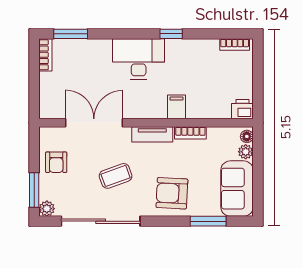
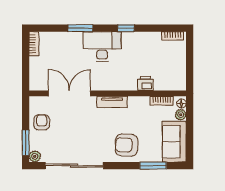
window: (71, 34) -> (80, 28), moved
filing cabinet: (176, 107) -> (130, 82), removed
printer: (242, 109) -> (145, 83), moved
bookcase: (190, 133) -> (162, 101), moved
armchair: (56, 162) -> (42, 122), turned 180
coffee table: (116, 176) -> (85, 132), removed

